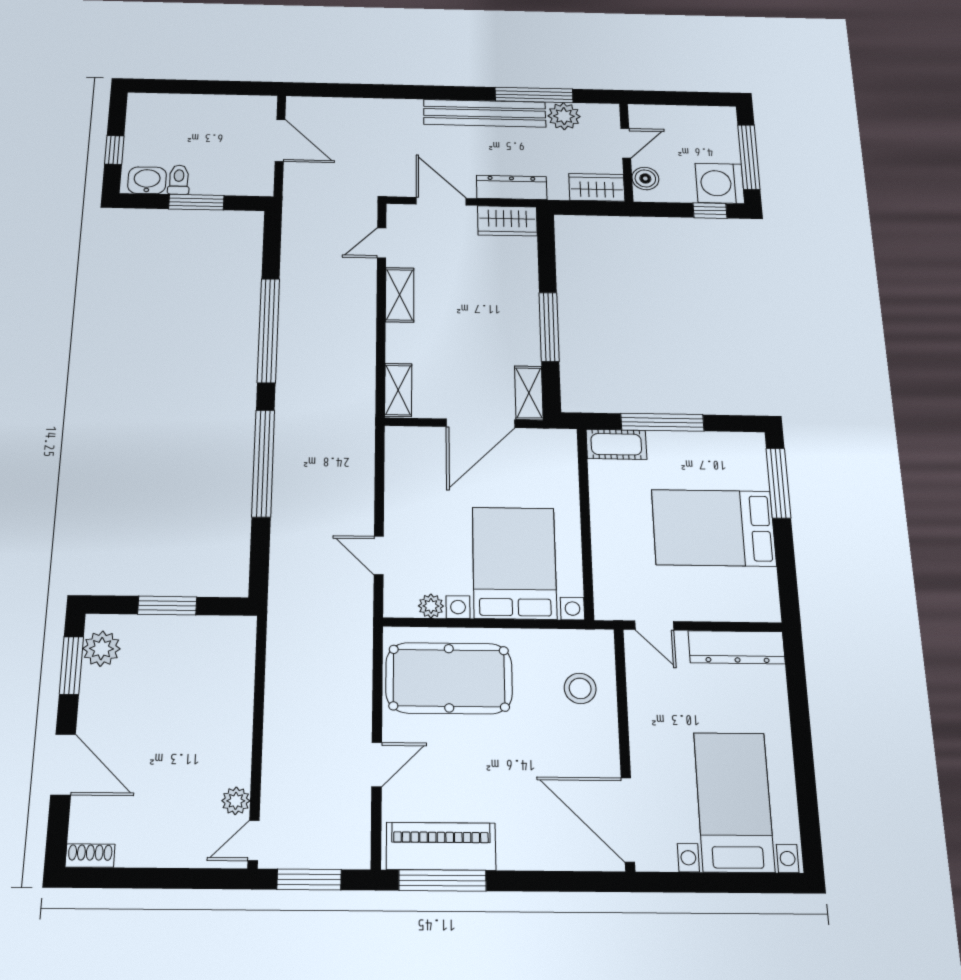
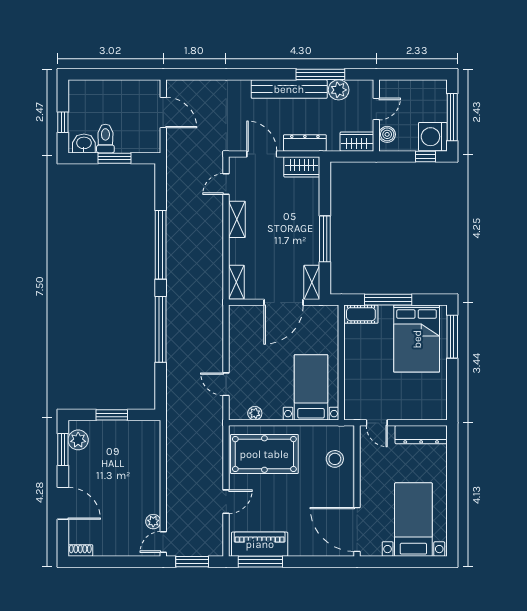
toilet: (179, 180) -> (105, 139), width x1.37, depth x1.39
bed: (714, 528) -> (417, 339), moved, turned -90
bed with nightstands: (514, 563) -> (311, 387), width x0.73

